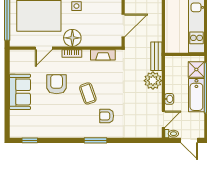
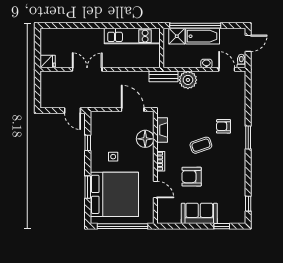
floor lamp: (72, 38) -> (145, 139), moved
window: (7, 114) -> (222, 226), added
armchair: (107, 116) -> (224, 126), turned 90

